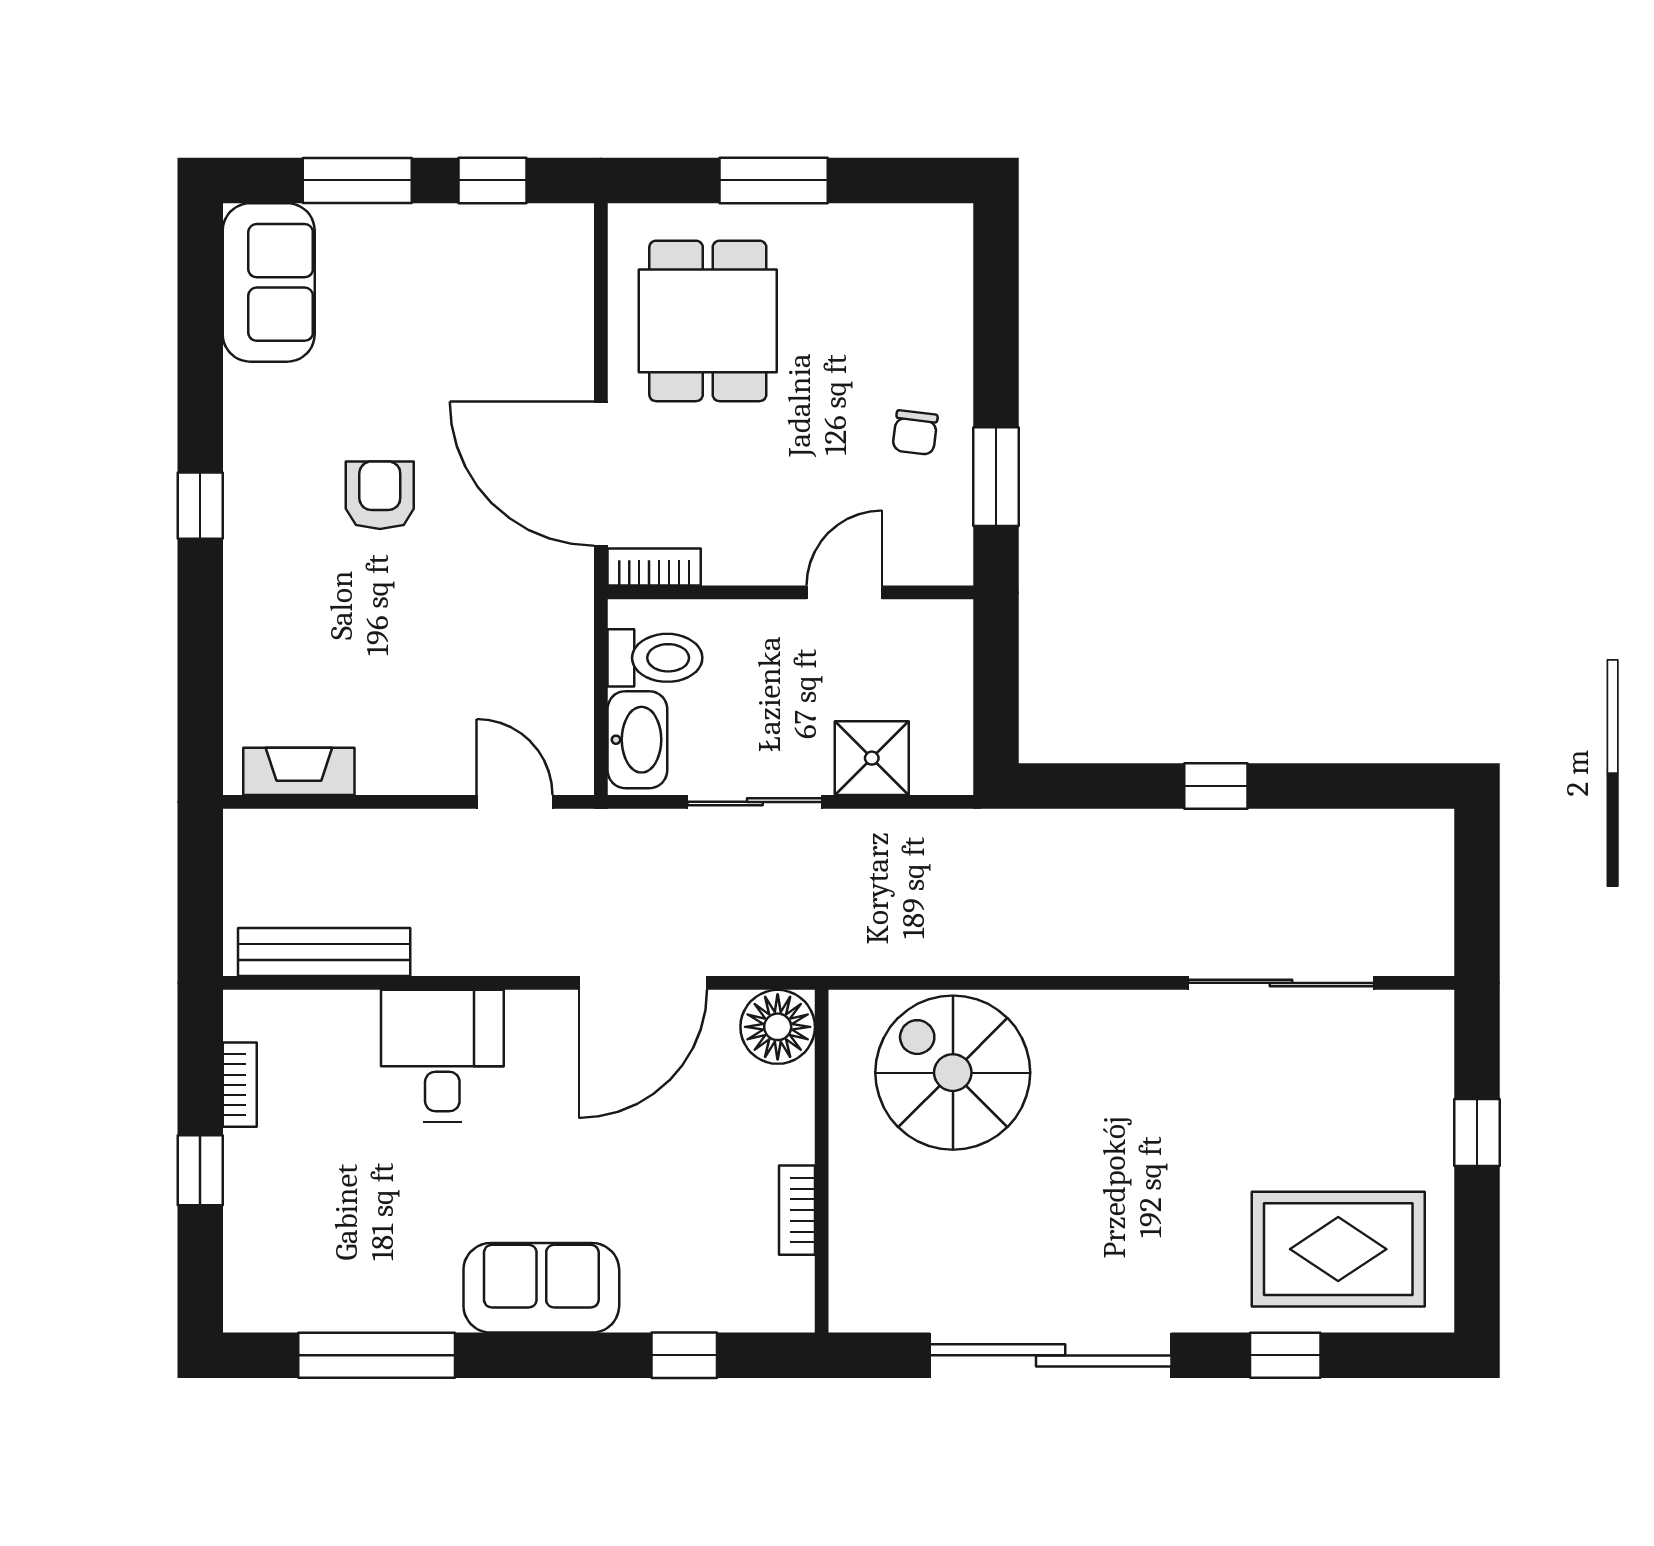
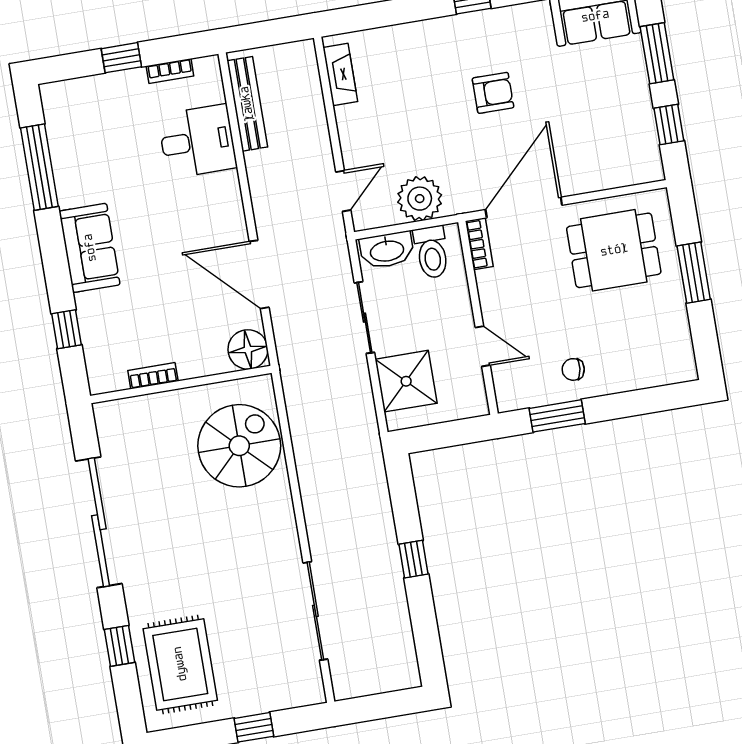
plant: (552, 663) -> (420, 199), added
shower: (872, 758) -> (406, 381), width x1.36, depth x1.36
desk: (442, 1056) -> (197, 141), moved

